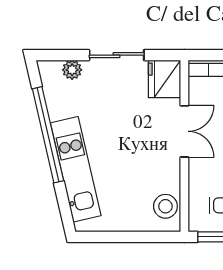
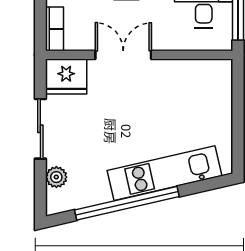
stool: (165, 206) -> (205, 75), removed

